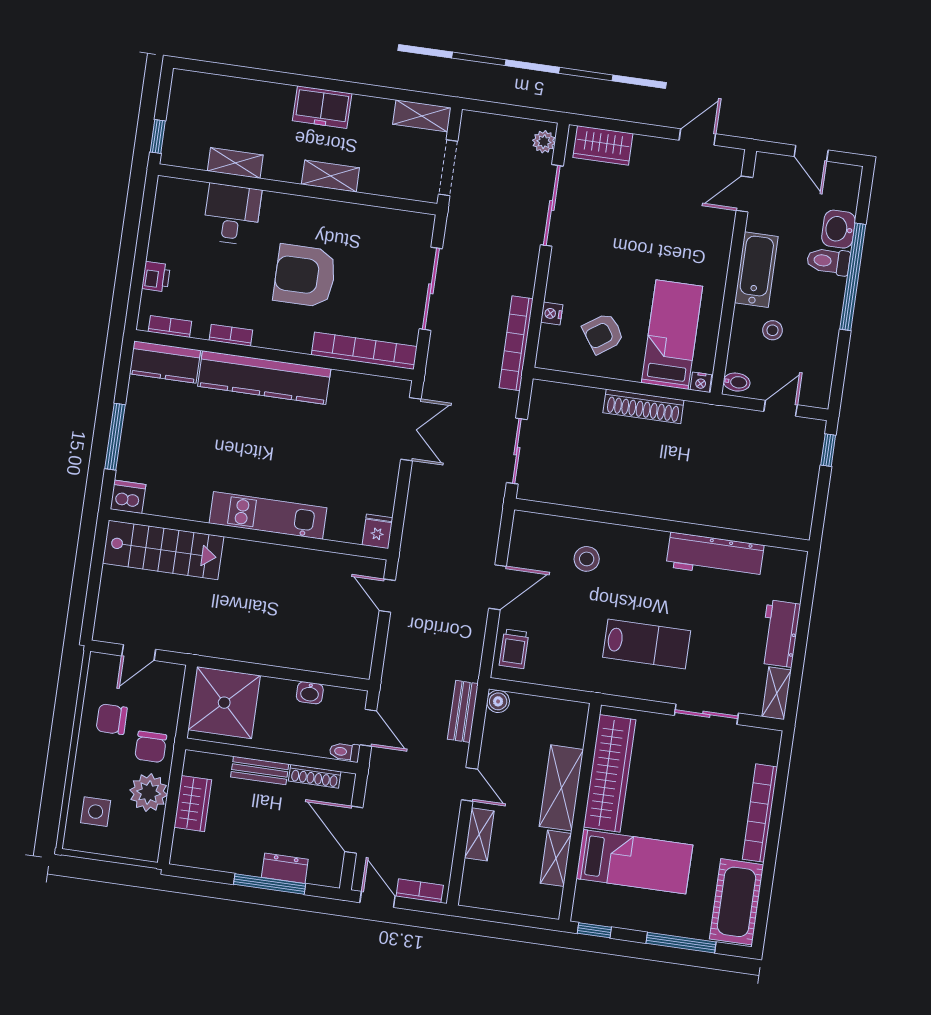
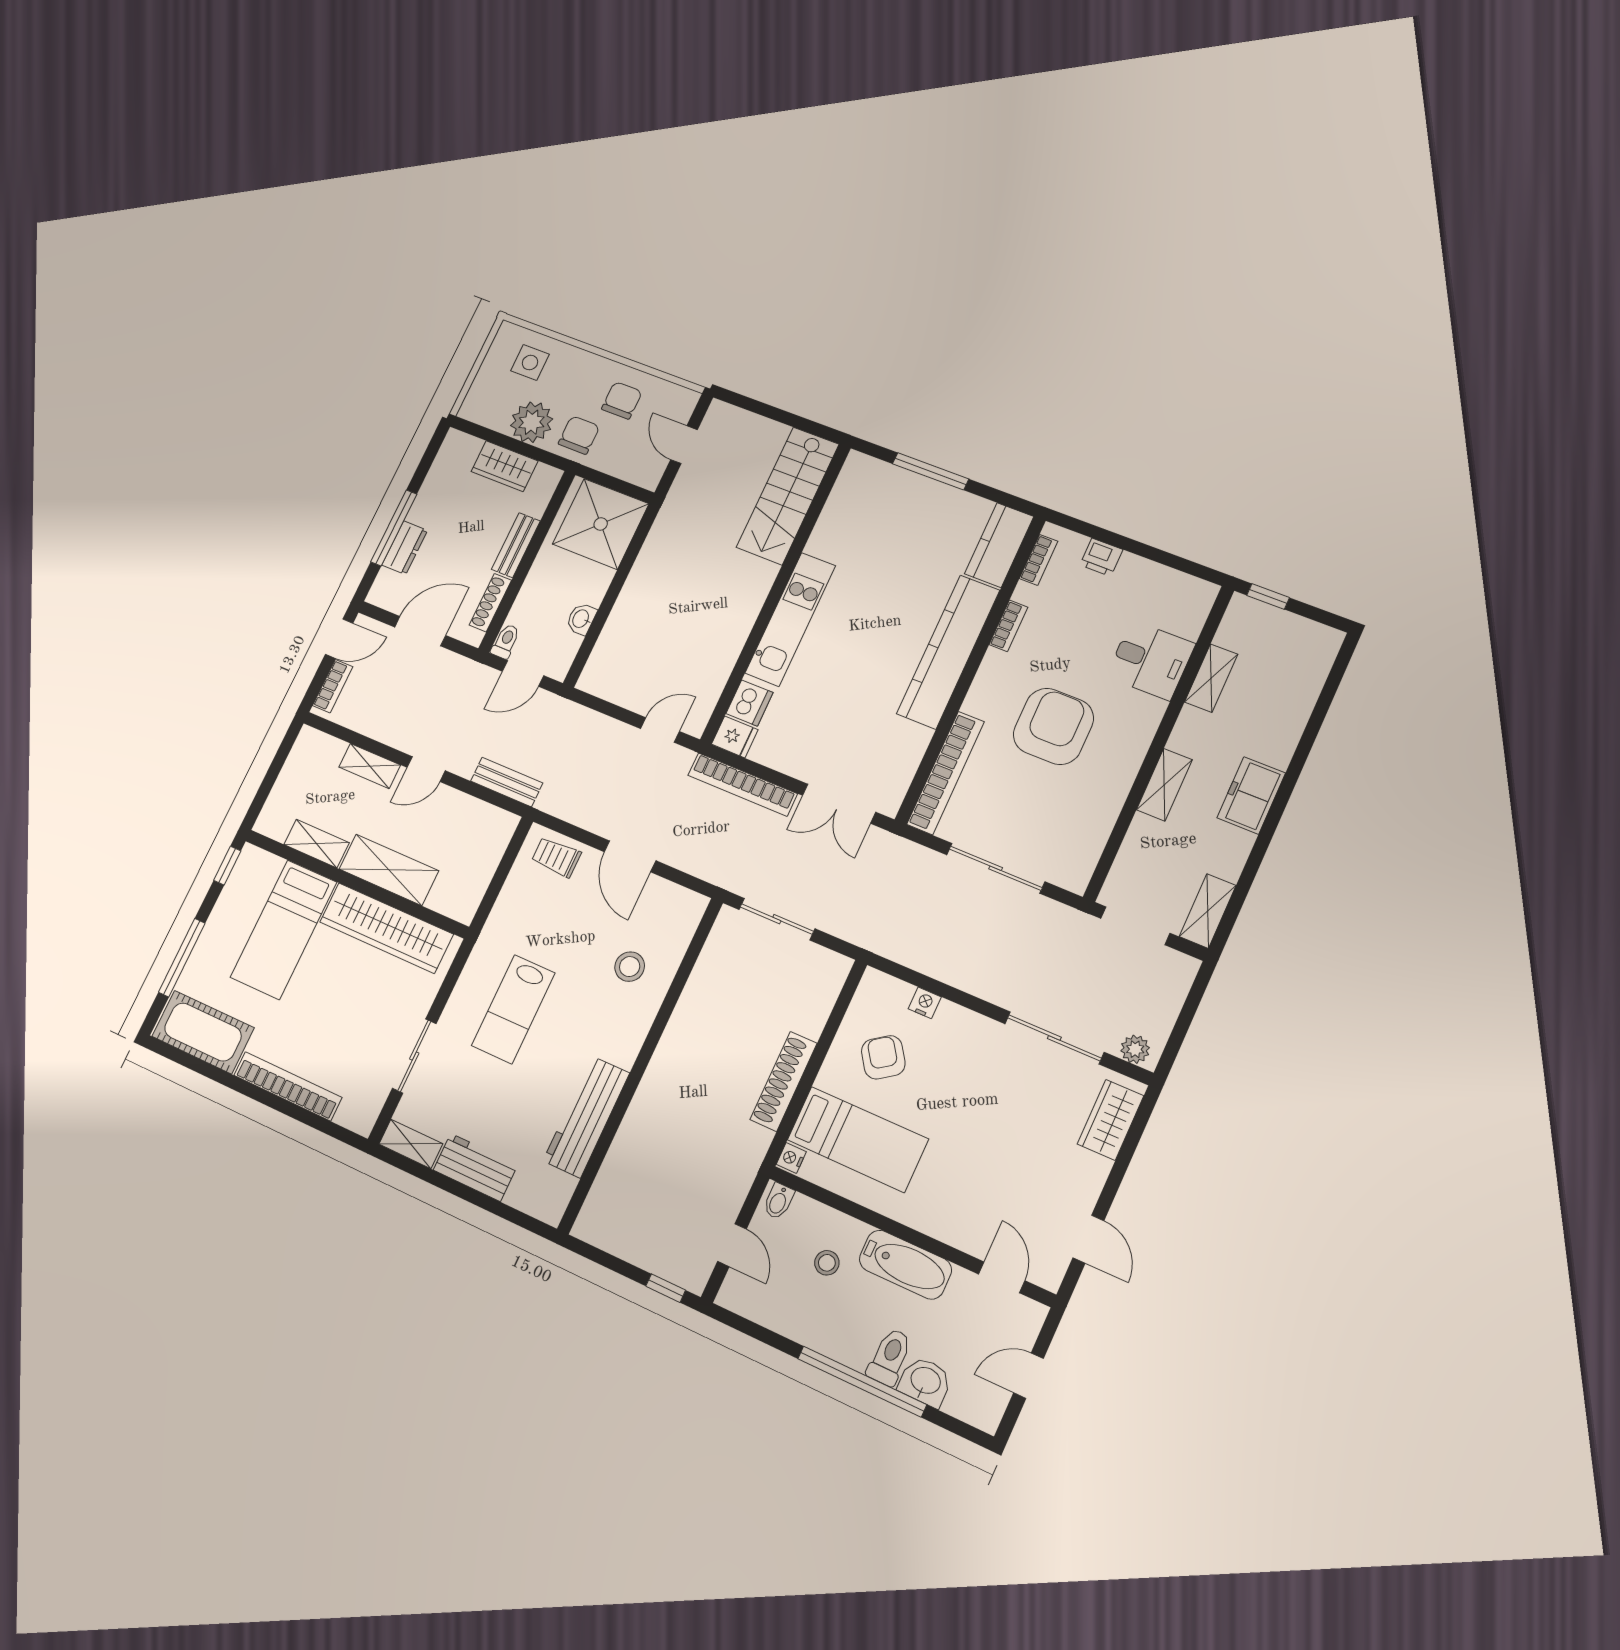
bookcase: (516, 343) -> (743, 785), moved, turned 180
dishwasher: (128, 497) -> (749, 703), moved
boiler: (498, 701) -> (505, 824), removed
chair: (151, 747) -> (579, 435), turned 90

